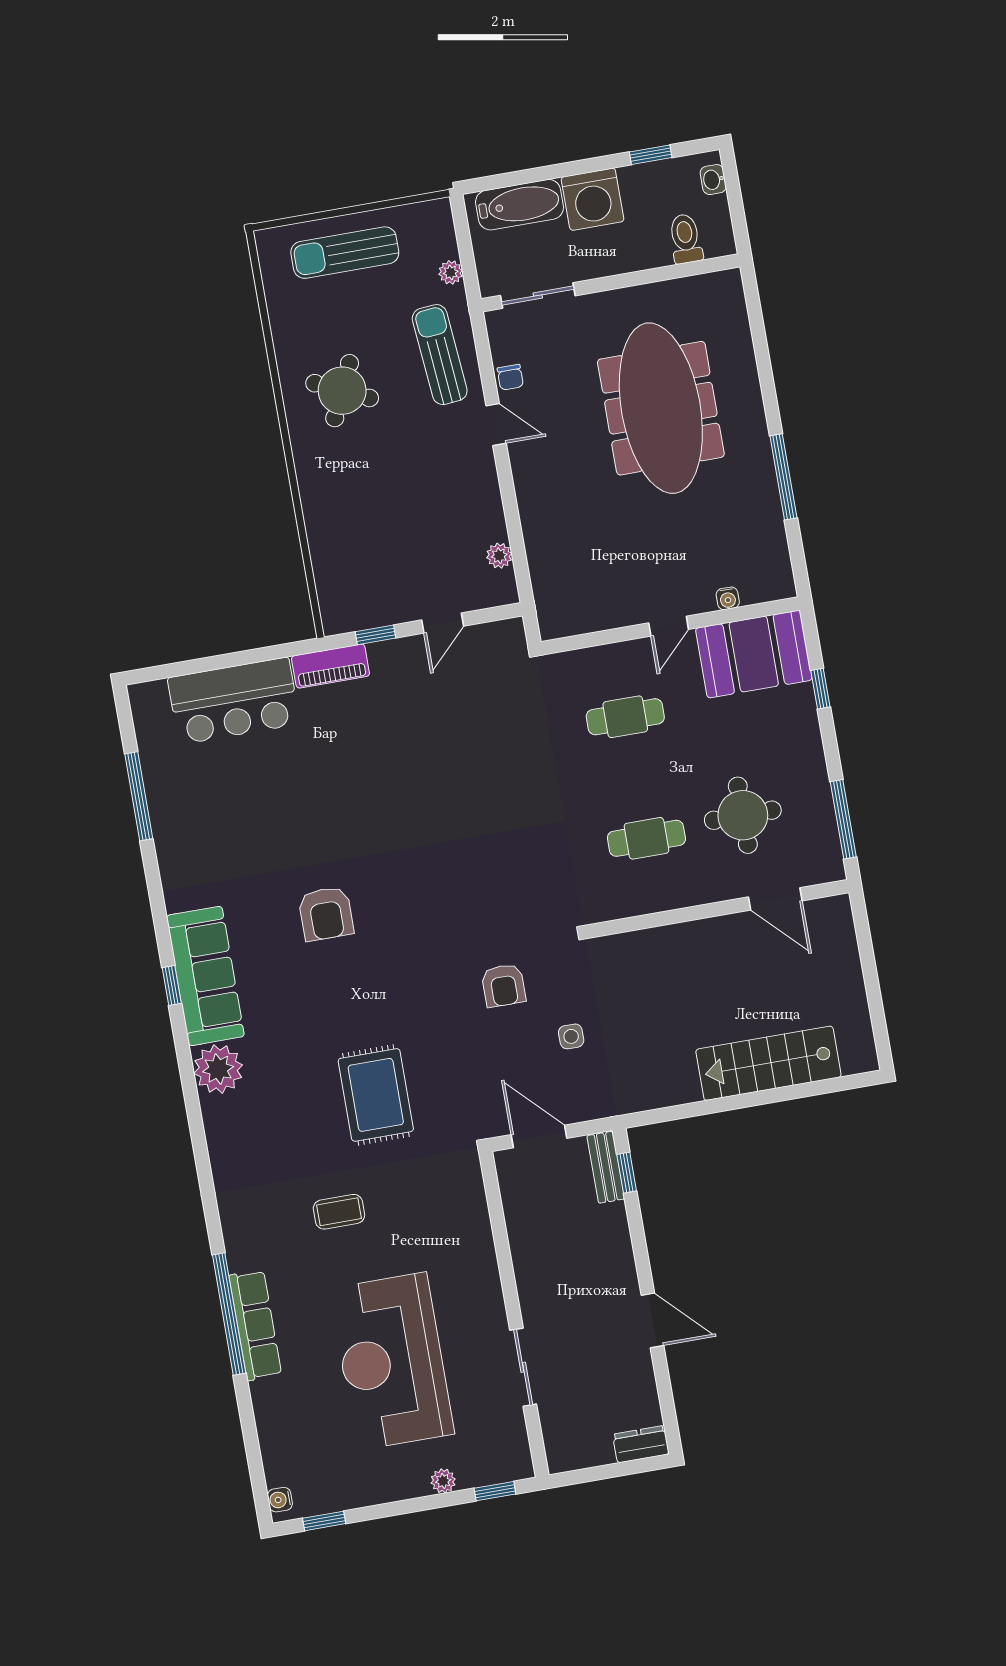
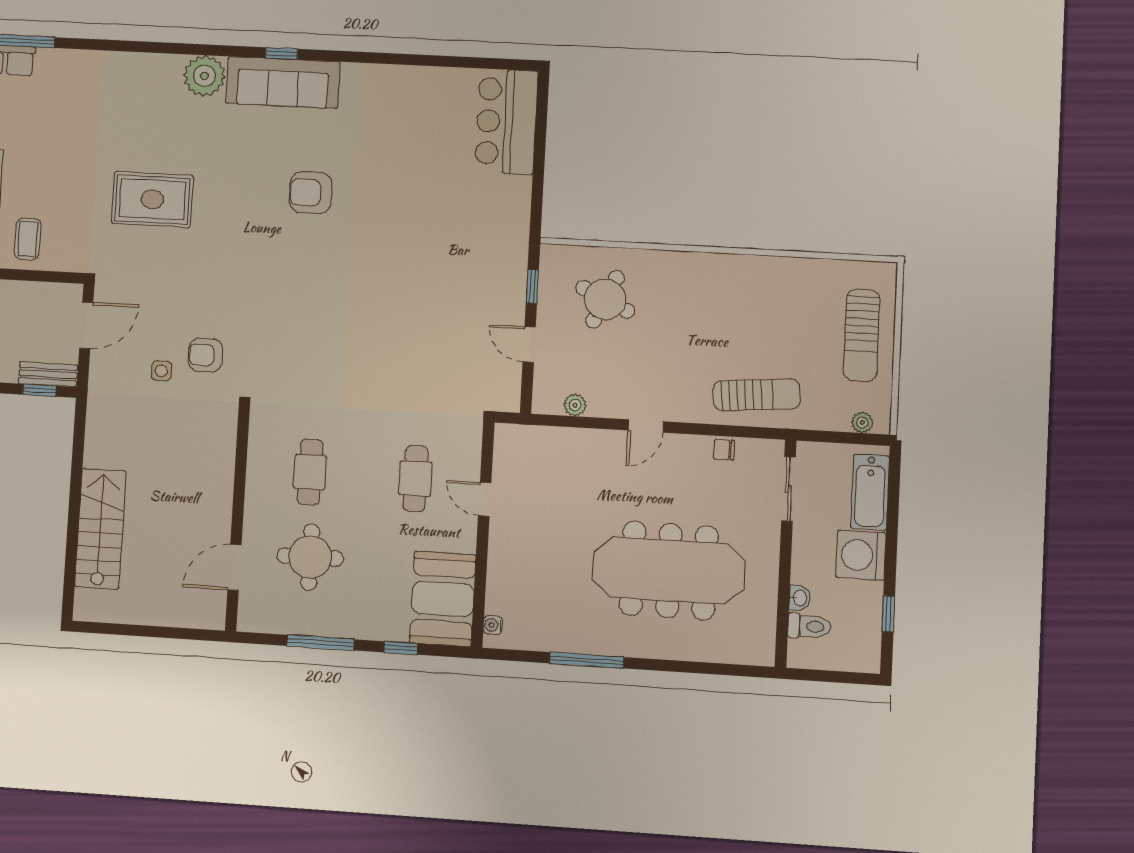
washbasin: (713, 180) -> (800, 598), moved, turned 90
sun lounger: (345, 253) -> (862, 335), turned 180
plant: (451, 272) -> (862, 423), moved
round table: (342, 391) -> (605, 299), moved
door: (496, 425) -> (646, 426), moved
water cooler: (728, 598) -> (493, 625), moved
door: (669, 626) -> (485, 499), moved
piano: (330, 666) -> (515, 243), removed
bar counter: (234, 701) -> (506, 122), moved
window: (139, 796) -> (443, 61), removed
window: (843, 819) -> (321, 643), moved
armchair: (503, 985) -> (206, 355), moved
coffee table: (339, 1212) -> (28, 239), moved

